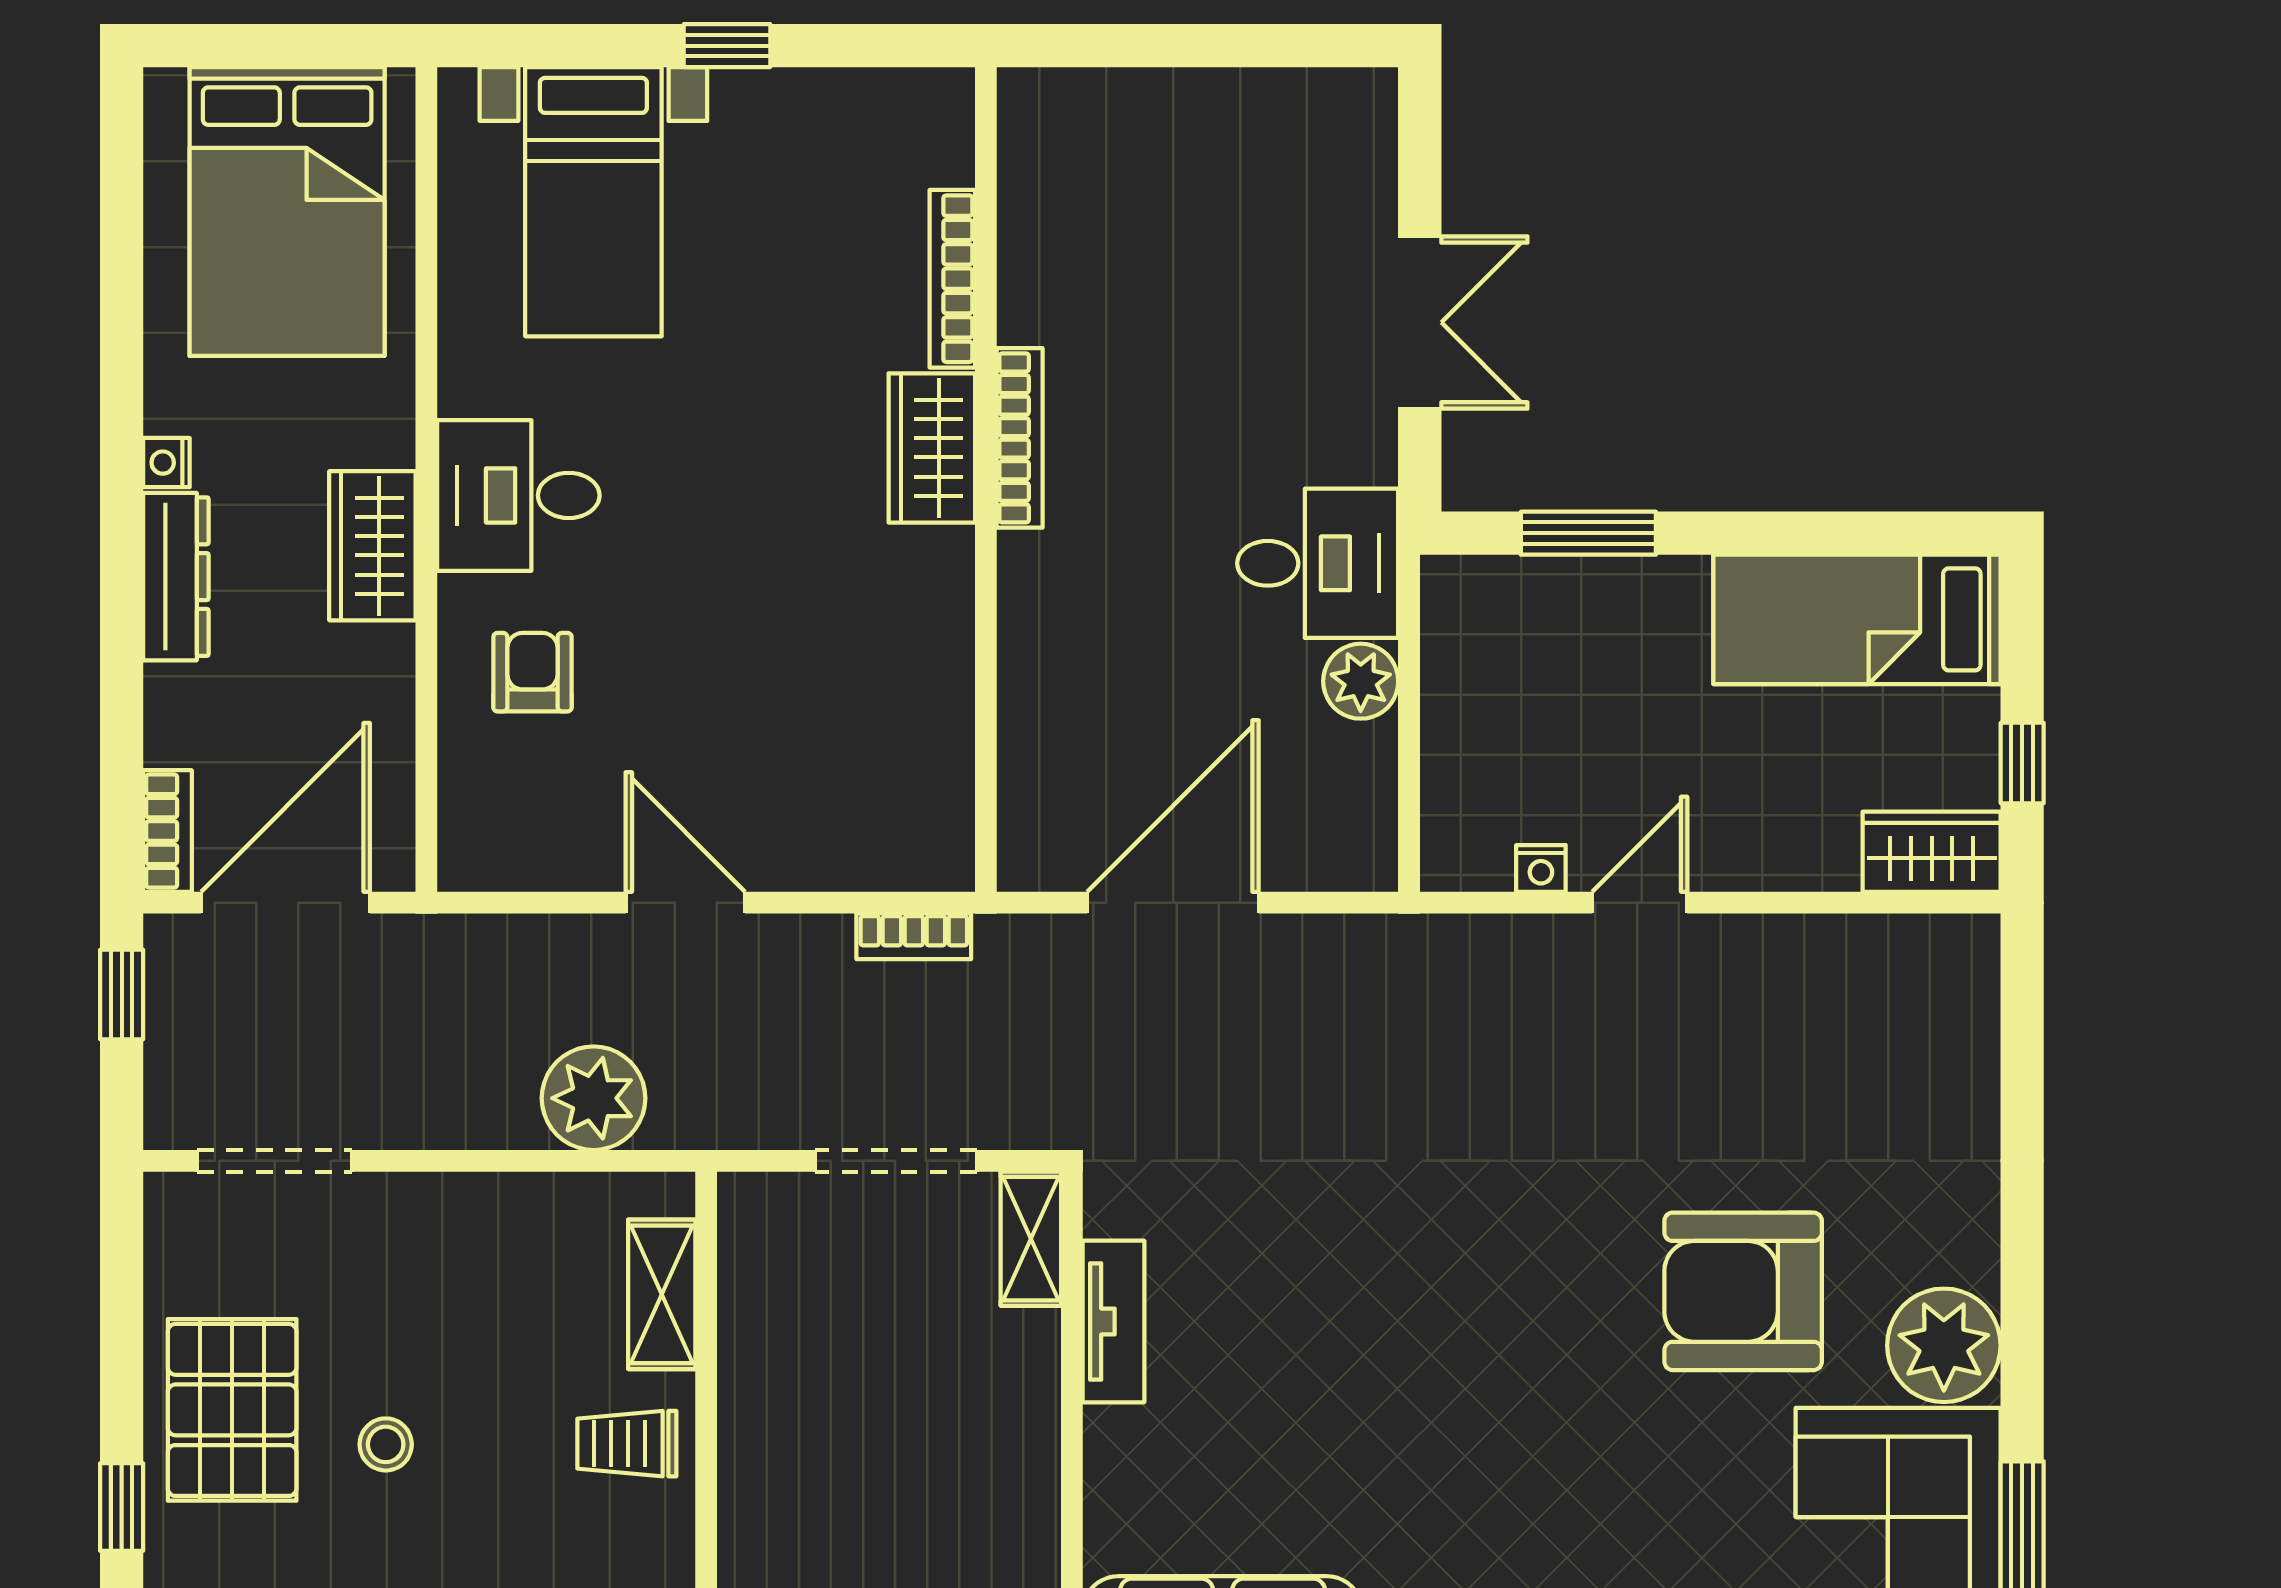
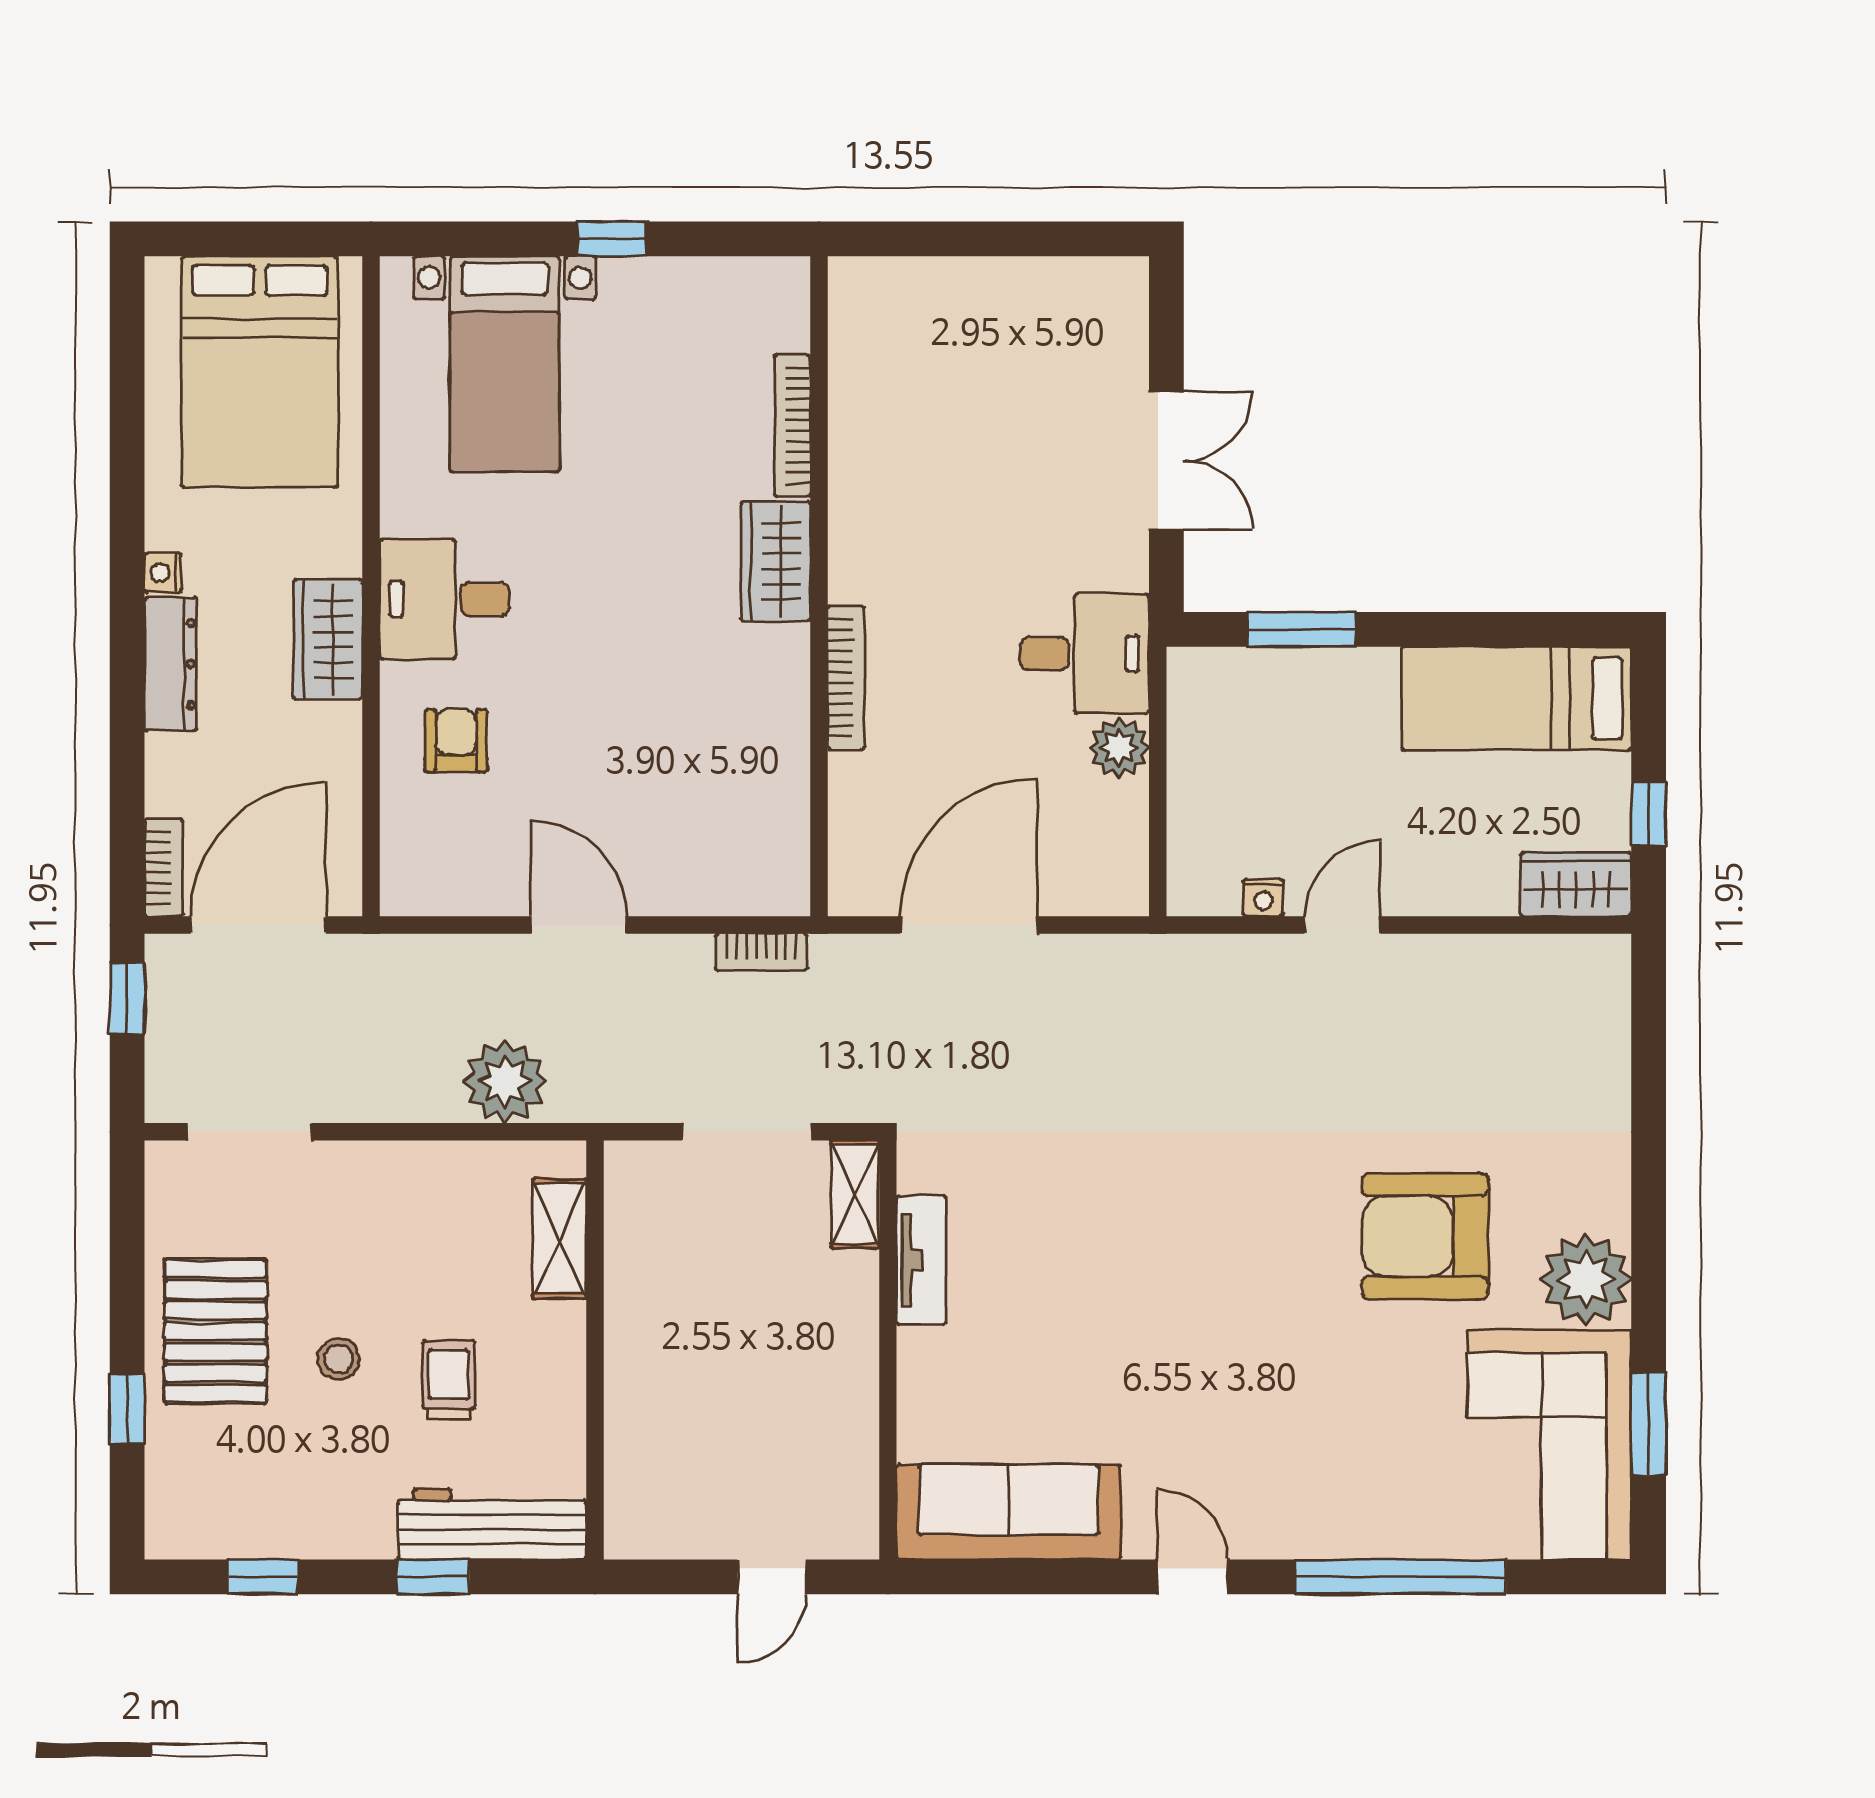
bookcase: (1020, 438) -> (846, 678), moved
trolley: (627, 1444) -> (449, 1380), moved, turned 90

